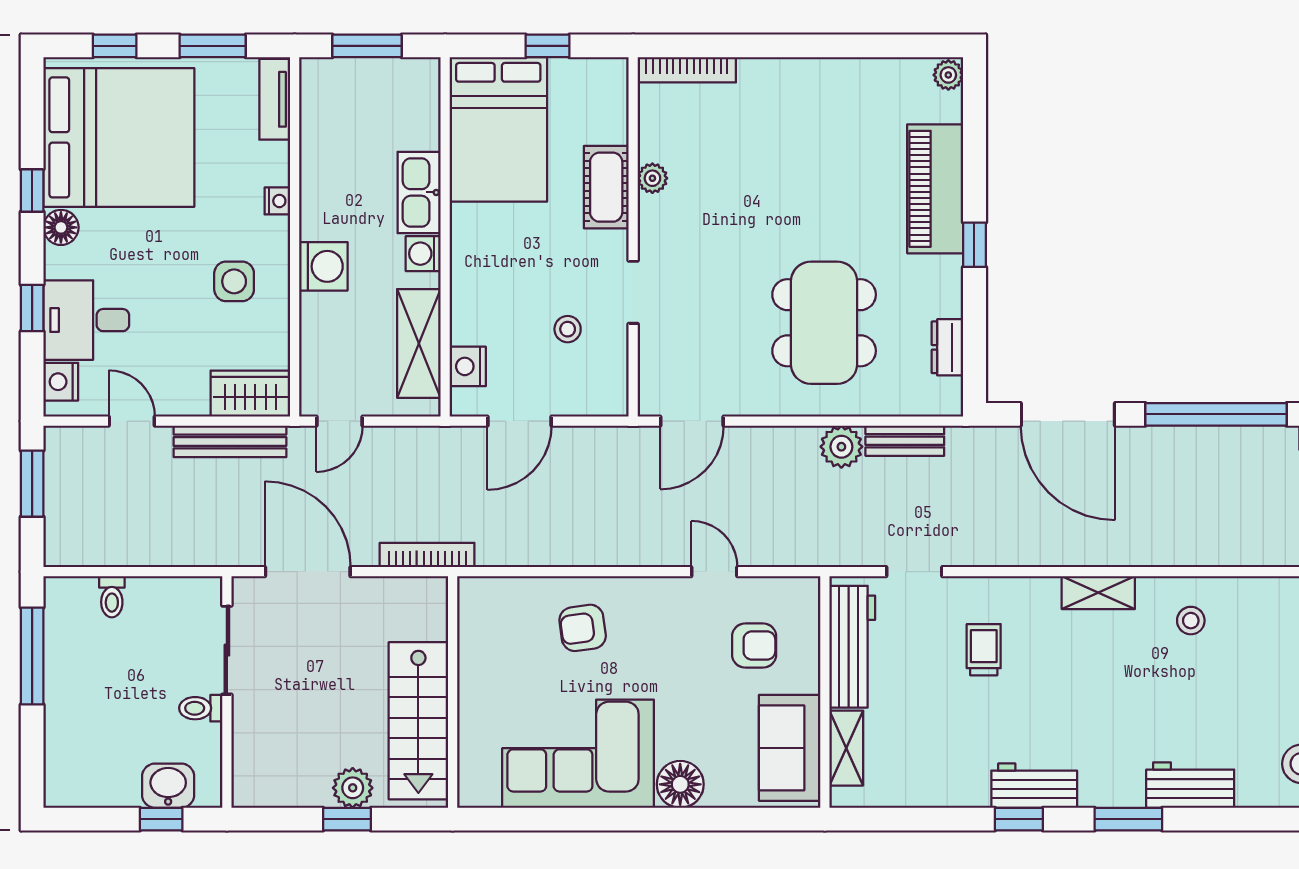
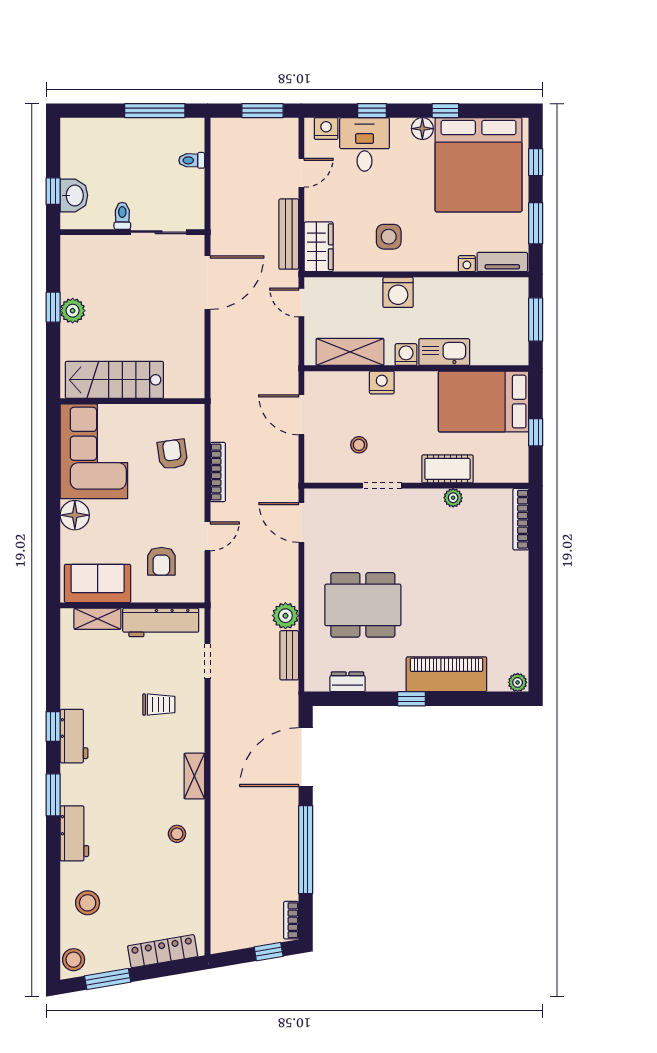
nightstand: (277, 201) -> (467, 264), moved
nightstand: (468, 366) -> (382, 382), moved
bookcase: (427, 555) -> (218, 472), moved
wall: (453, 692) -> (132, 401), moved
stairs: (418, 721) -> (114, 380), moved

